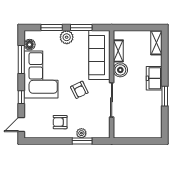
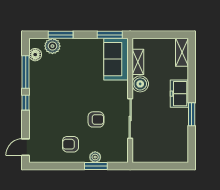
window: (81, 28) -> (110, 35), moved
plant: (67, 37) -> (52, 46), moved
sofa: (99, 55) -> (116, 59), width x0.73
corner sofa: (41, 75) -> (48, 89), removed
armchair: (79, 90) -> (96, 119), moved, turned -64
window: (21, 97) -> (26, 103), moved

